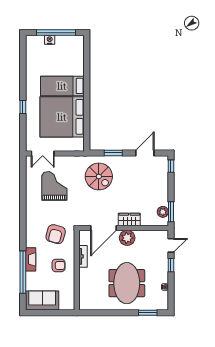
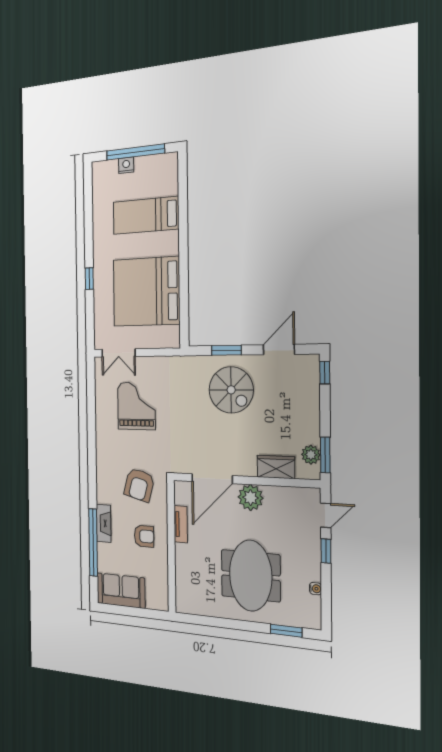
bed: (62, 86) -> (146, 215), moved
spiral stairs: (99, 176) -> (231, 390), moved
wardrobe: (129, 220) -> (276, 467), moved

